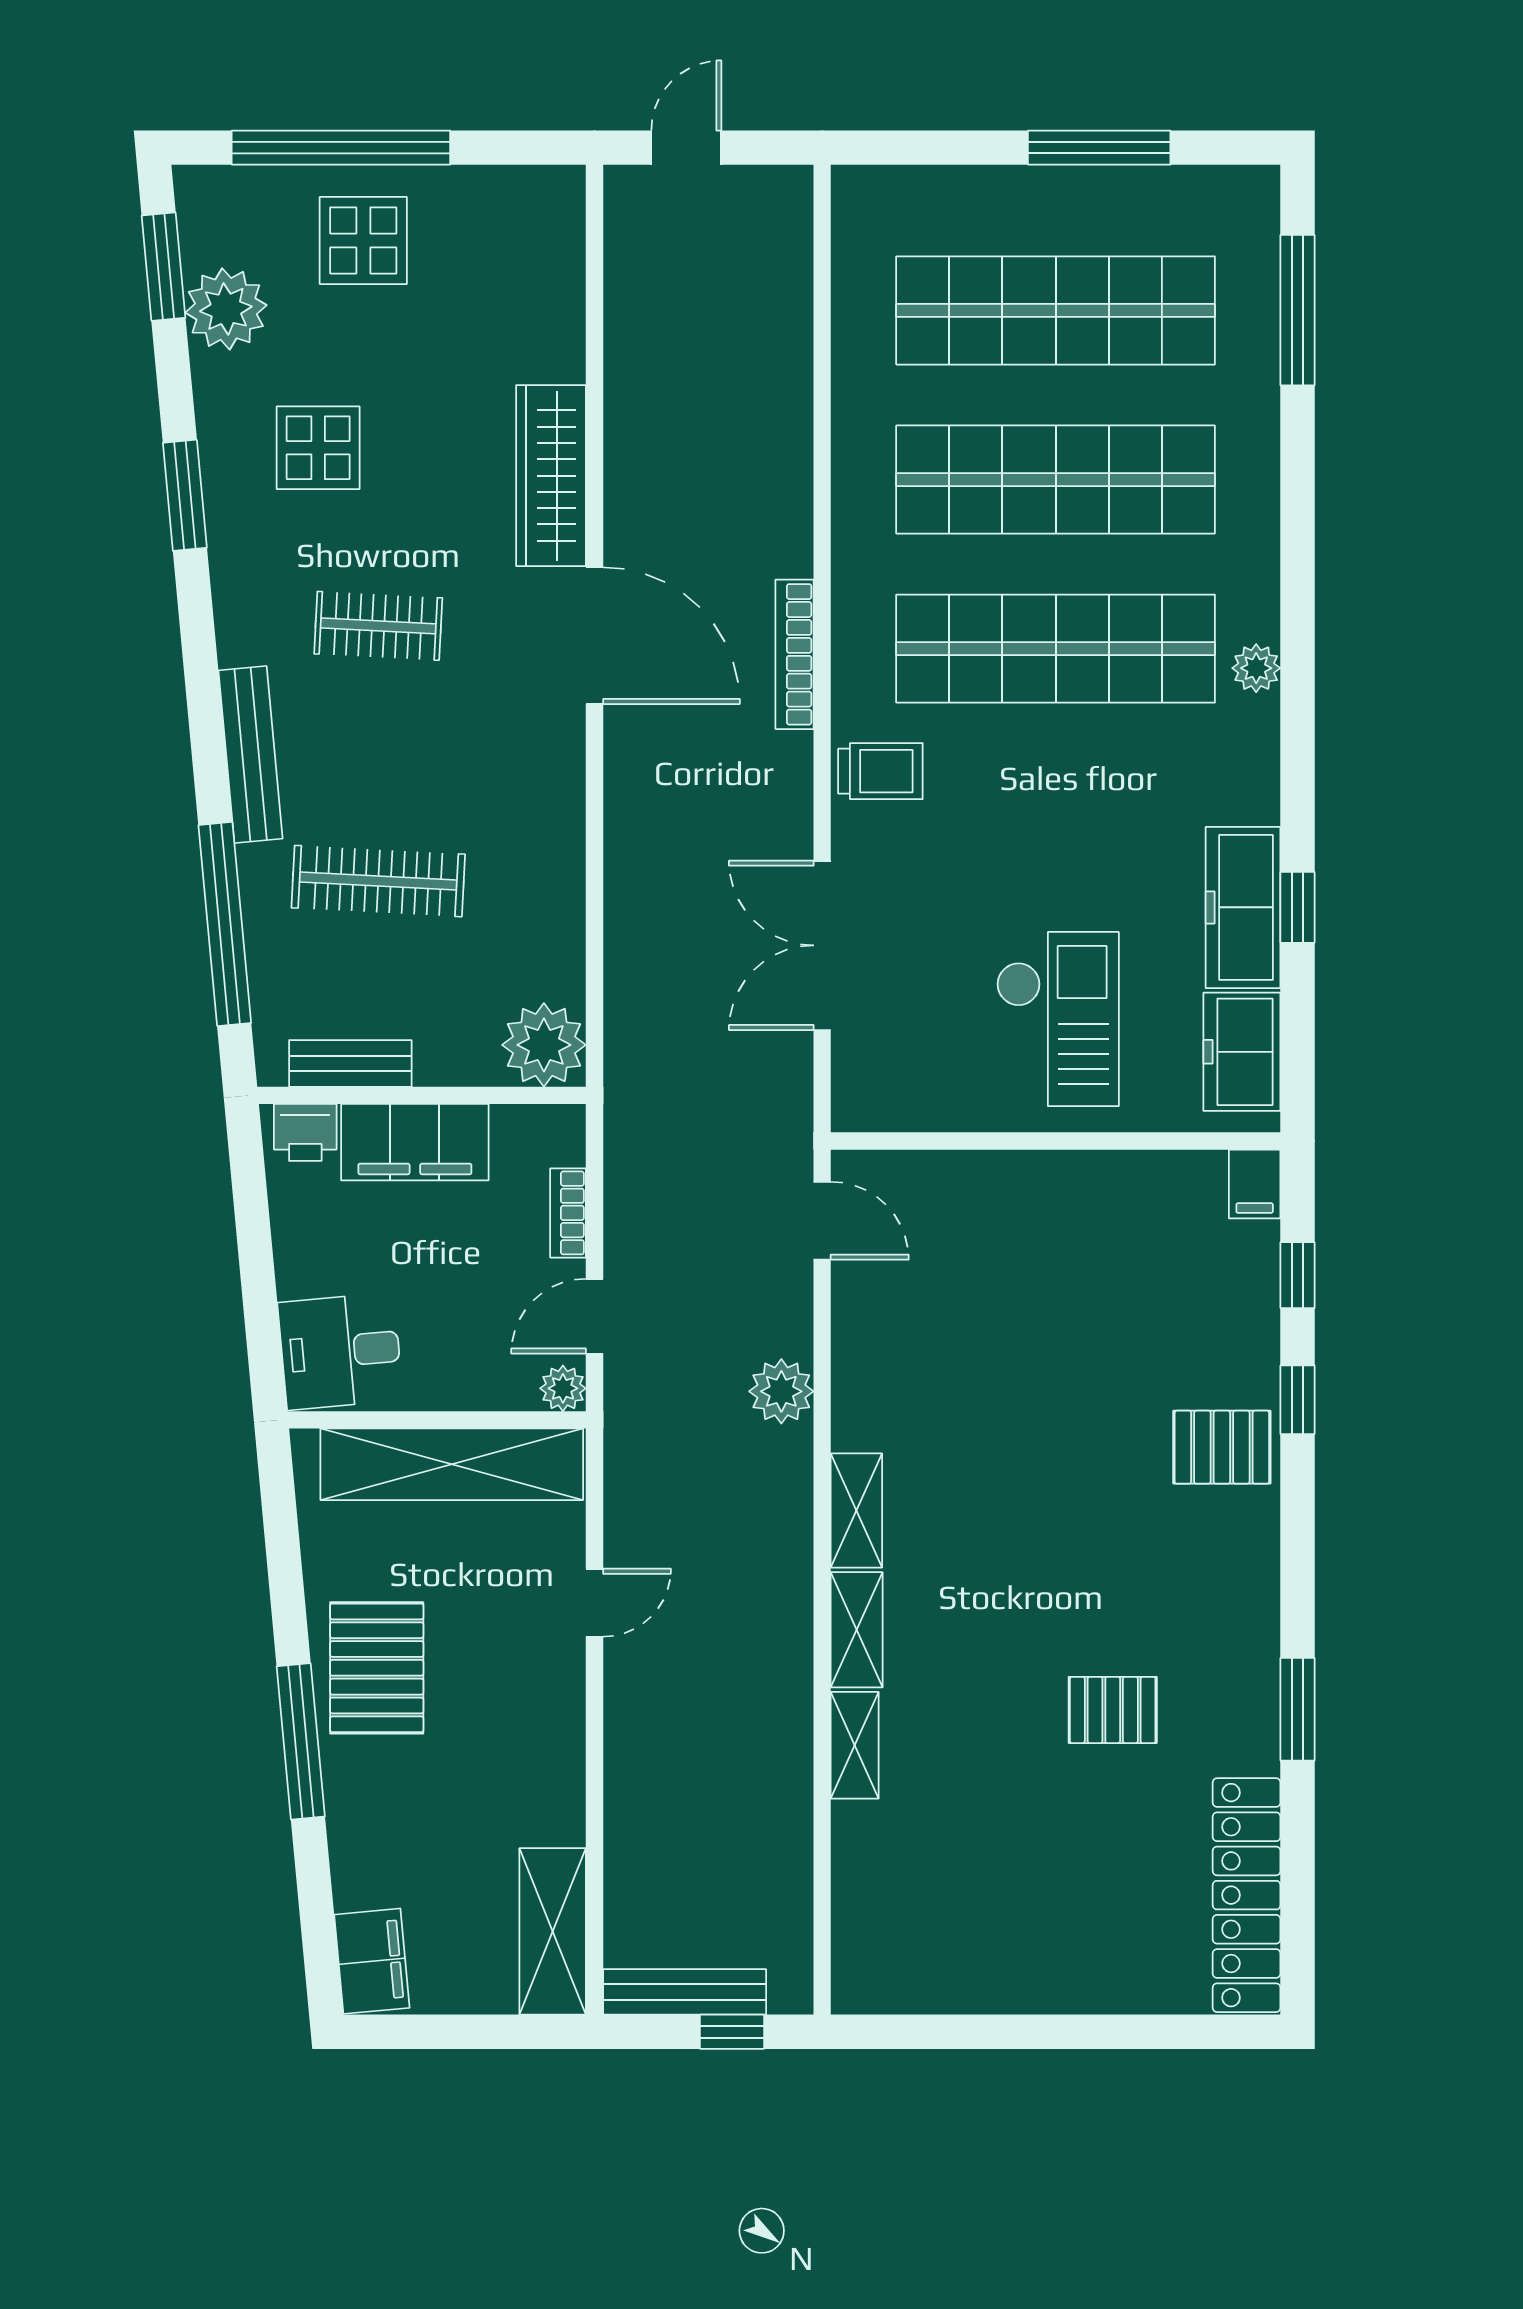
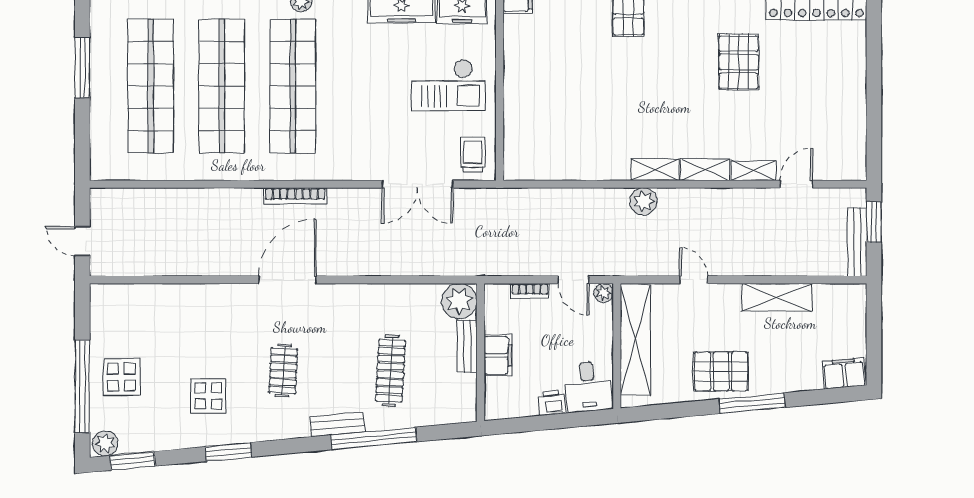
plant: (226, 309) -> (105, 443), moved, width x0.73, depth x0.73
wardrobe: (551, 476) -> (220, 298), removed
bench: (251, 754) -> (337, 424), width x0.73
trolley: (880, 771) -> (473, 154), moved
window: (225, 924) -> (374, 438), moved
checkout: (1058, 1019) -> (448, 85), turned 180
bench: (350, 1063) -> (467, 346), moved
printer: (305, 1132) -> (552, 403), moved, turned -95
filing cabinet: (415, 1142) -> (498, 355), width x0.67, depth x0.86
door: (822, 1221) -> (796, 184), moved
plant: (781, 1391) -> (644, 201), moved
pallet: (1113, 1710) -> (739, 62), width x1.50, depth x1.42
shelving: (553, 1931) -> (777, 297), moved
window: (732, 2032) -> (874, 222), width x1.50

